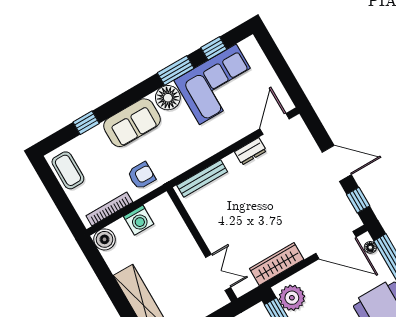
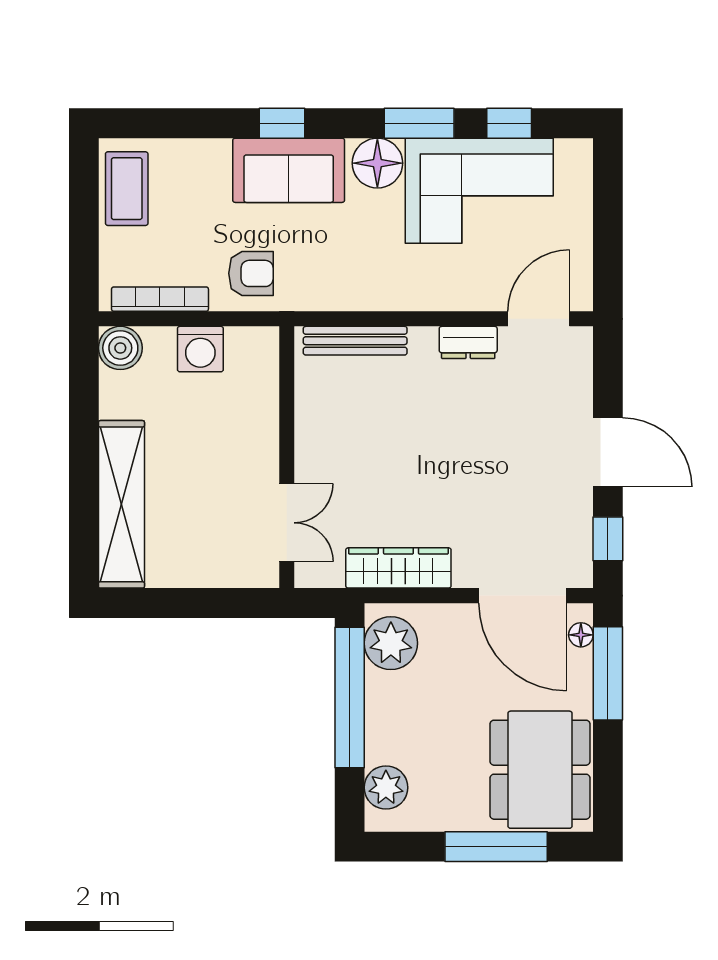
window: (86, 123) -> (282, 123), moved

